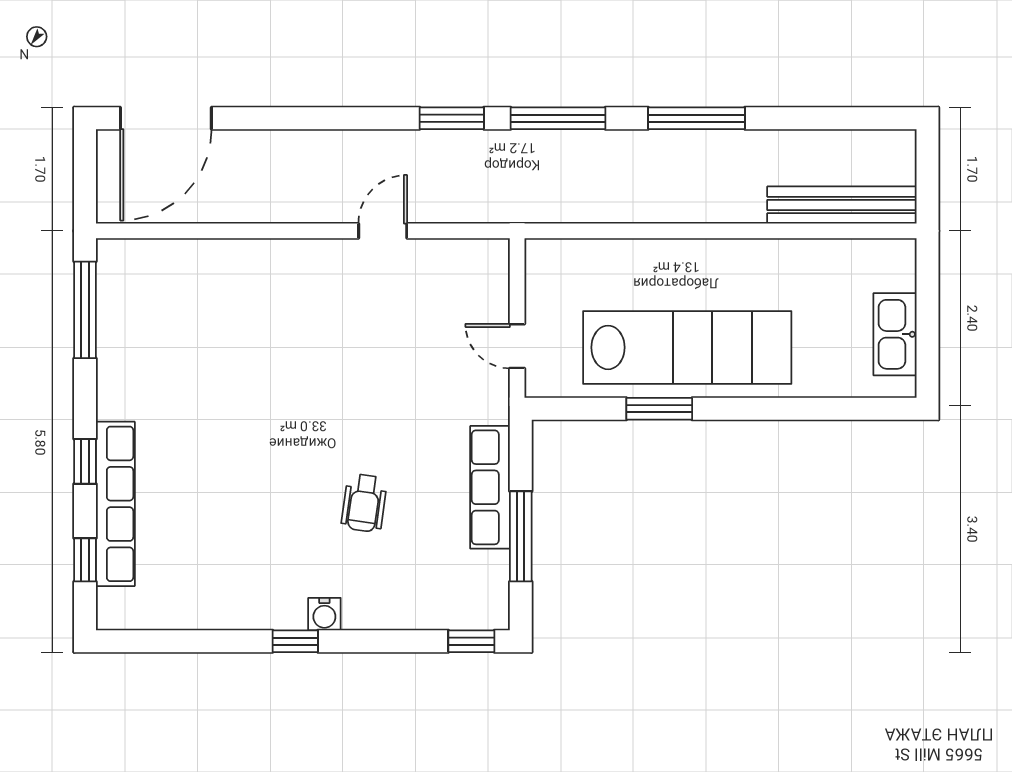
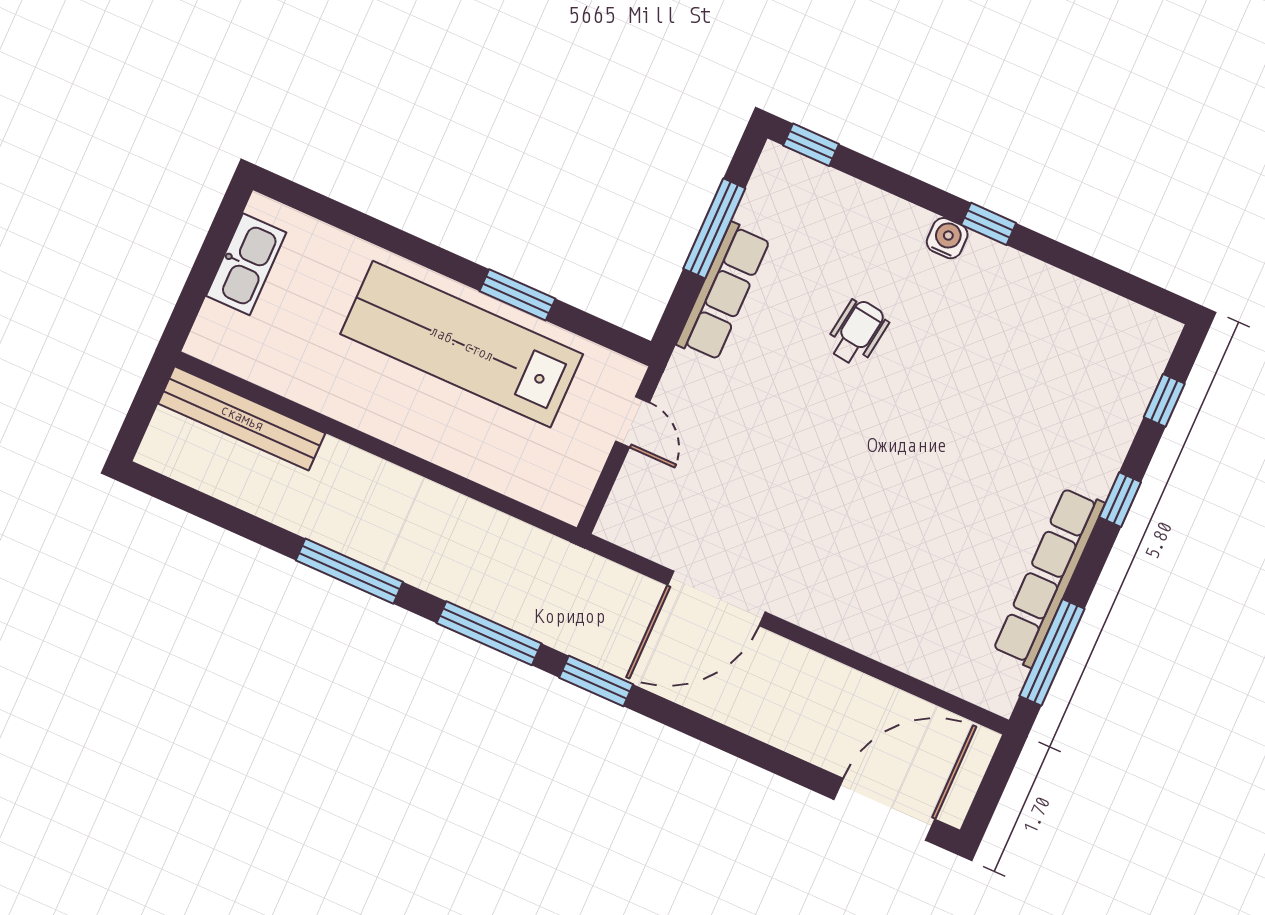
door: (383, 231) -> (716, 598), width x1.87
row of seats: (115, 504) -> (1049, 577), moved

